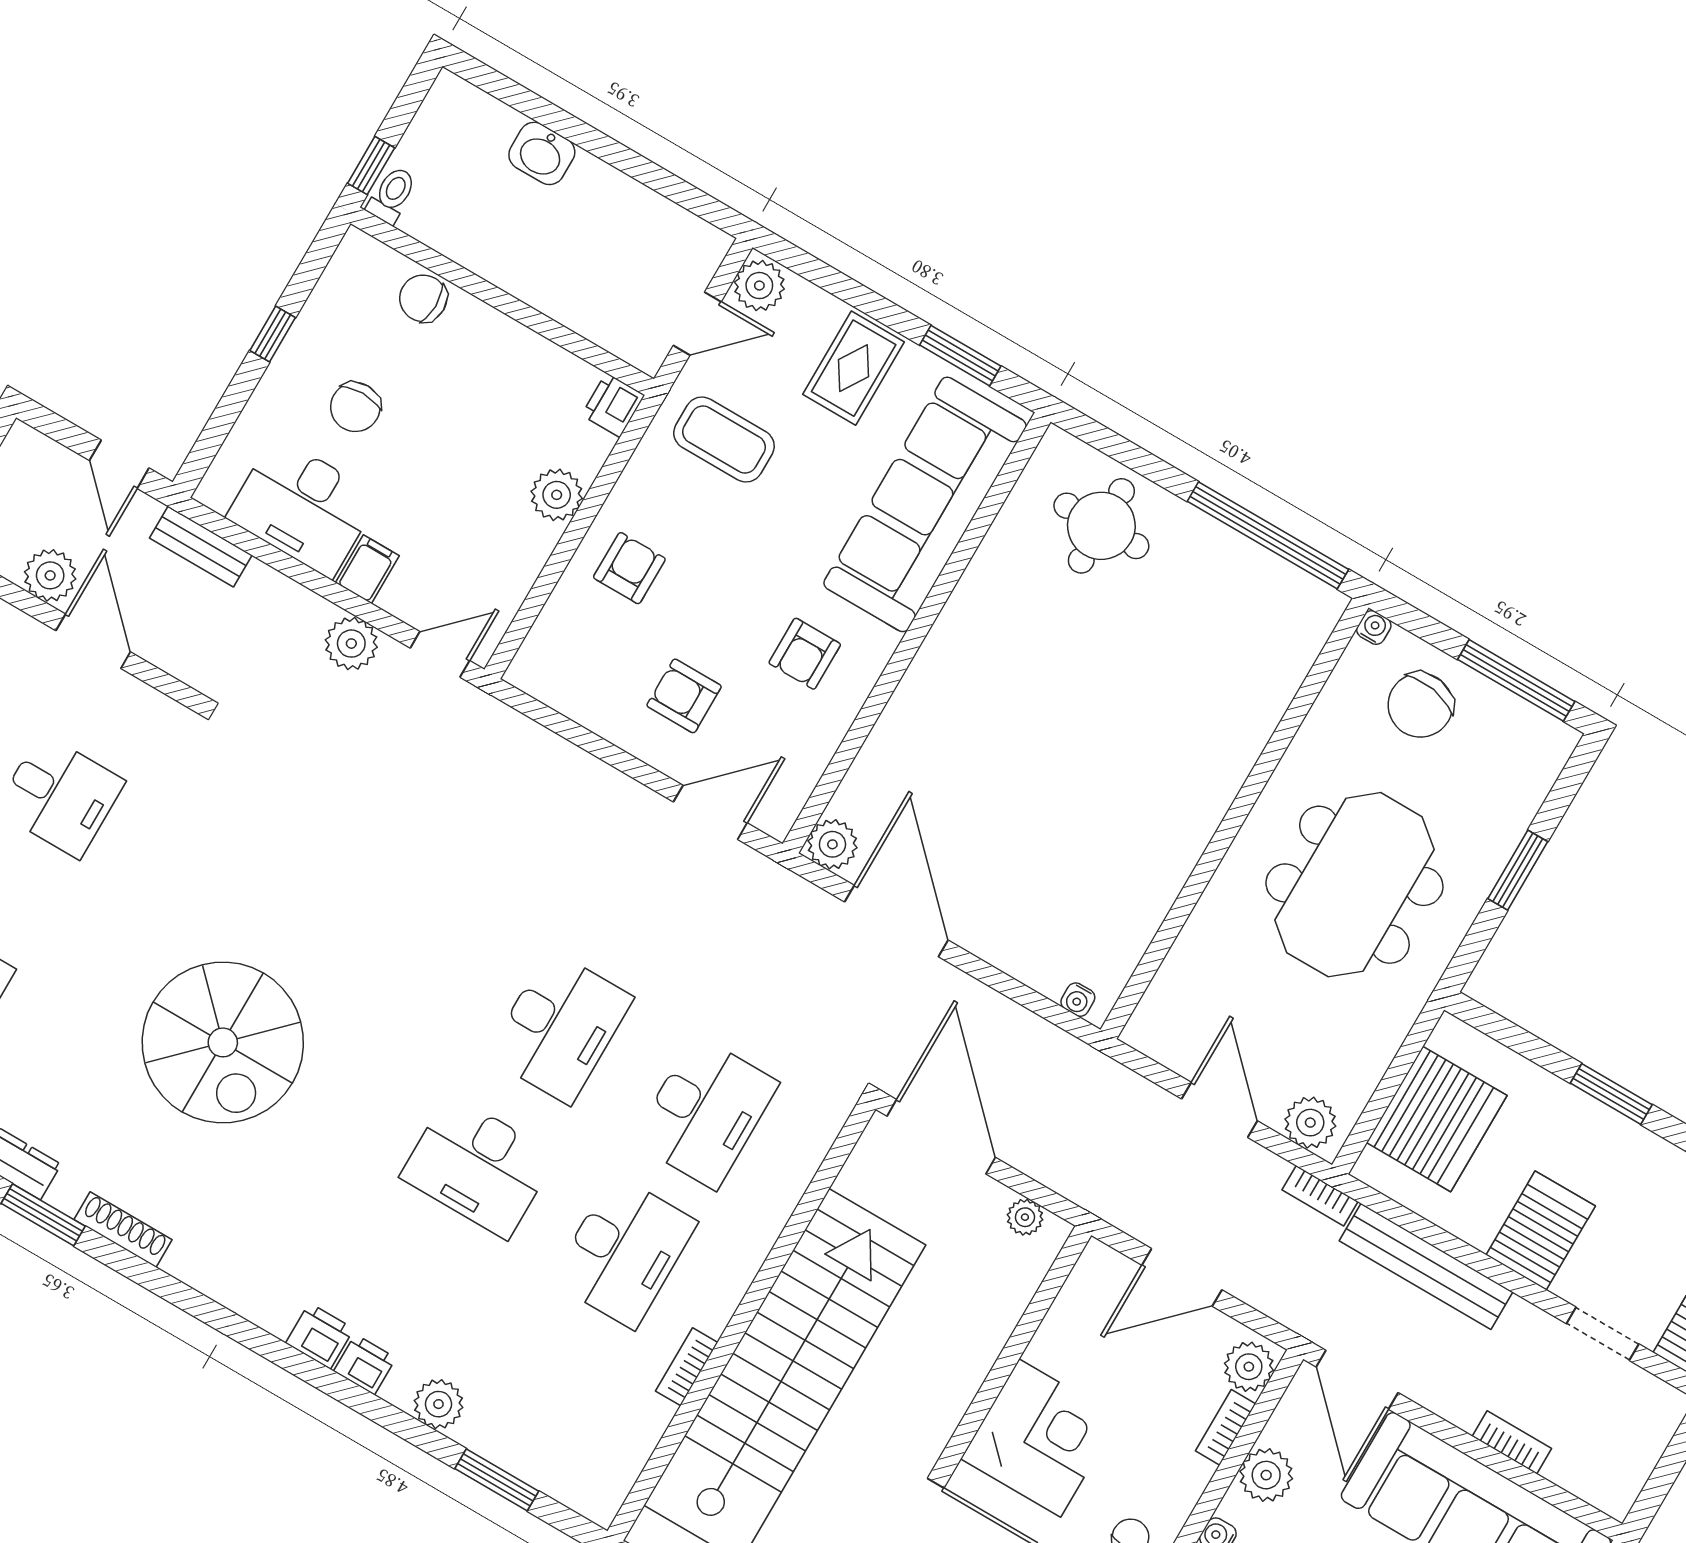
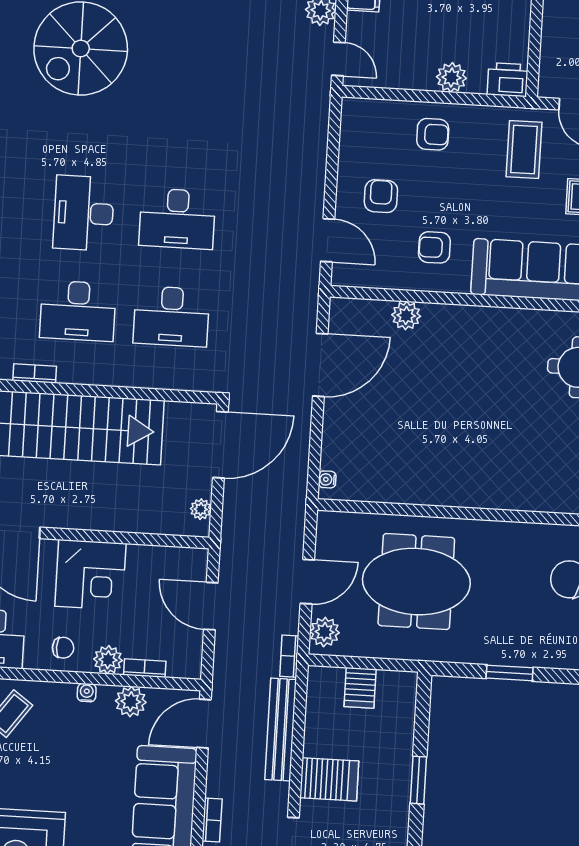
printer: (613, 405) -> (508, 80), width x1.36, depth x1.24
plant: (832, 844) -> (406, 316), moved
meeting table: (1354, 885) -> (416, 582), moved
server rack: (1437, 1119) -> (360, 688), width x0.46, depth x0.70
plant: (1249, 1367) -> (108, 660), moved

